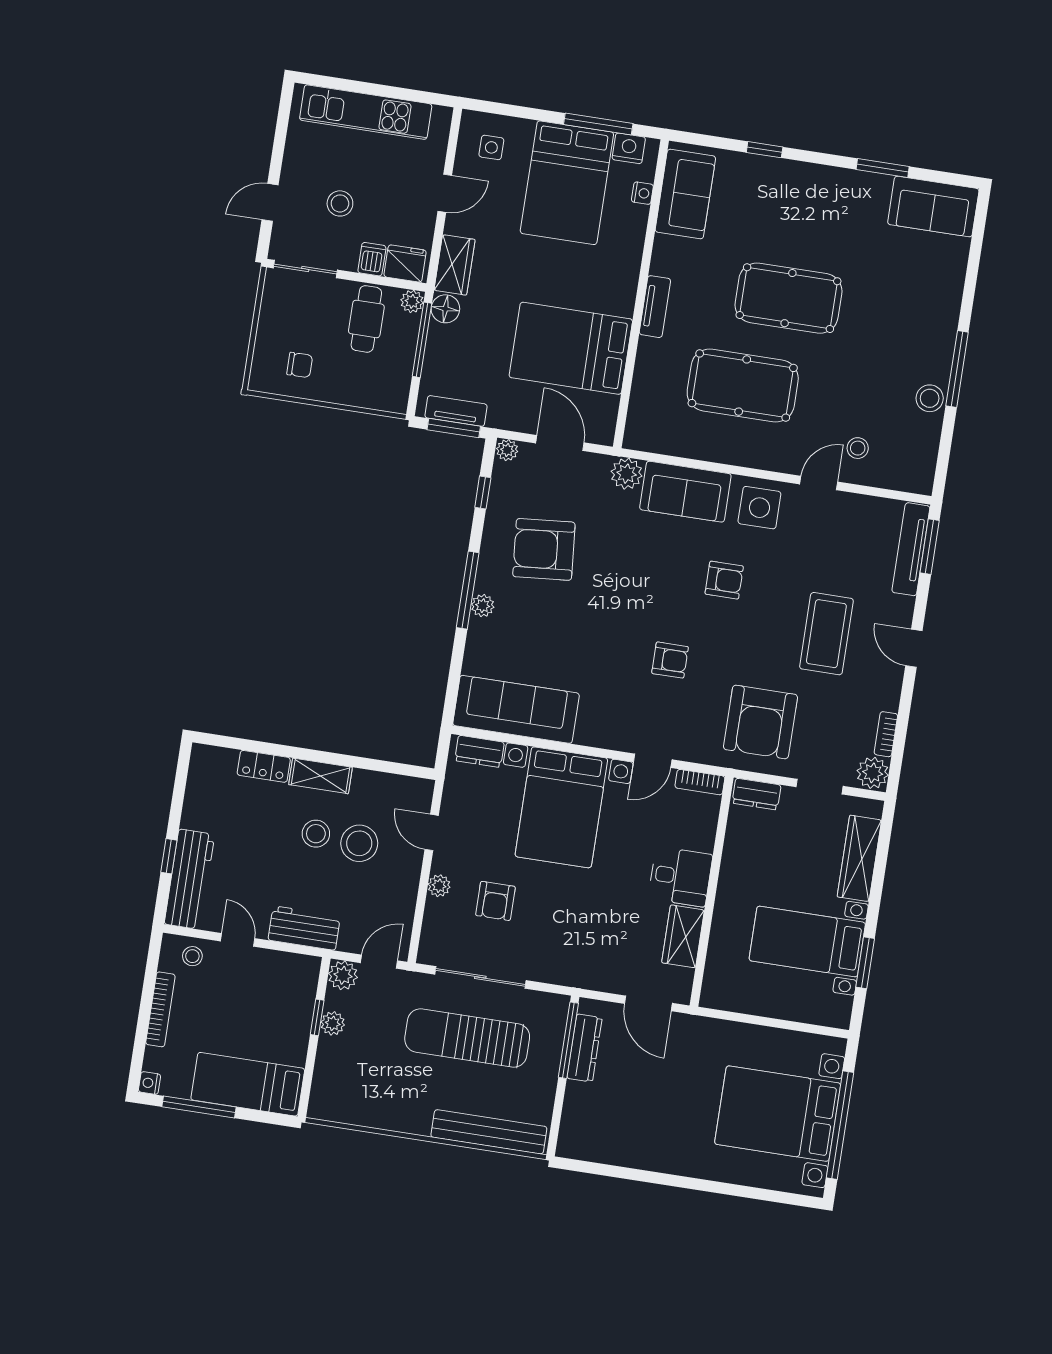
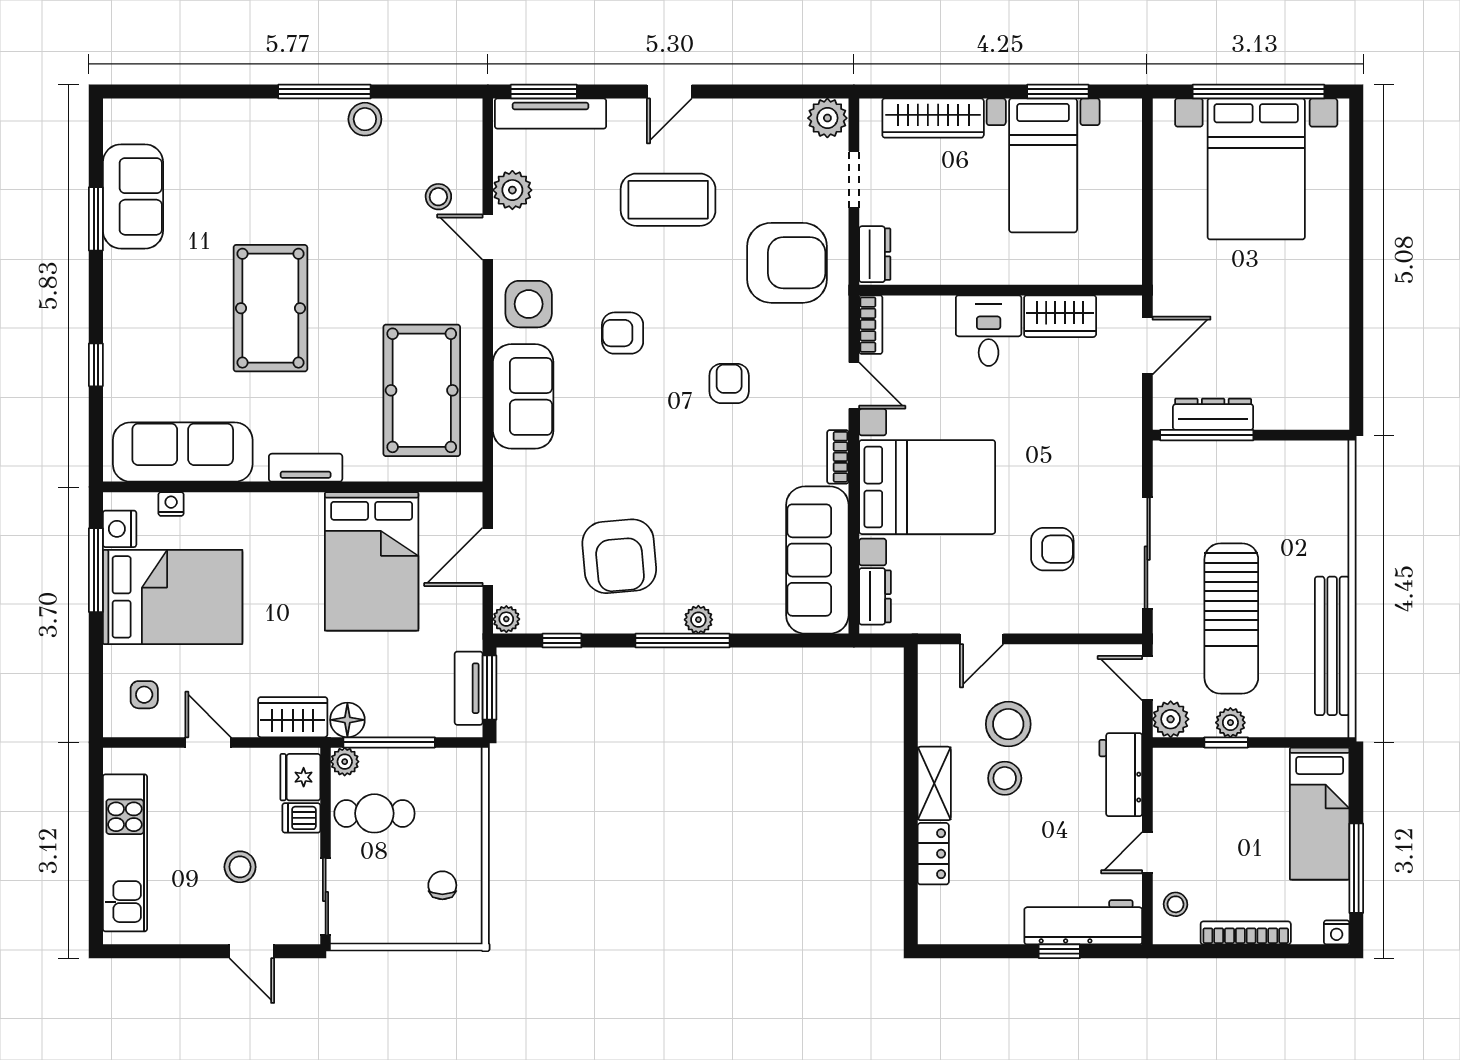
sofa: (685, 194) -> (183, 452), width x1.36
sofa: (933, 207) -> (133, 196), moved
pool table: (743, 386) -> (422, 390), moved
plant: (627, 474) -> (512, 190), moved
armchair: (724, 580) -> (623, 333), turned -90
bookcase: (886, 734) -> (838, 457), moved, turned 90
plant: (439, 886) -> (1044, 620), removed
sun lounger: (467, 1038) -> (1231, 619), moved
bench: (489, 1132) -> (1332, 646), moved

